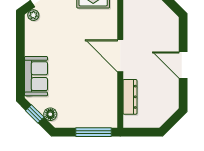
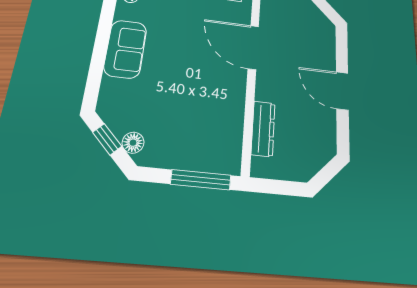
door: (120, 56) -> (253, 47), moved
sofa: (36, 76) -> (125, 49), moved

